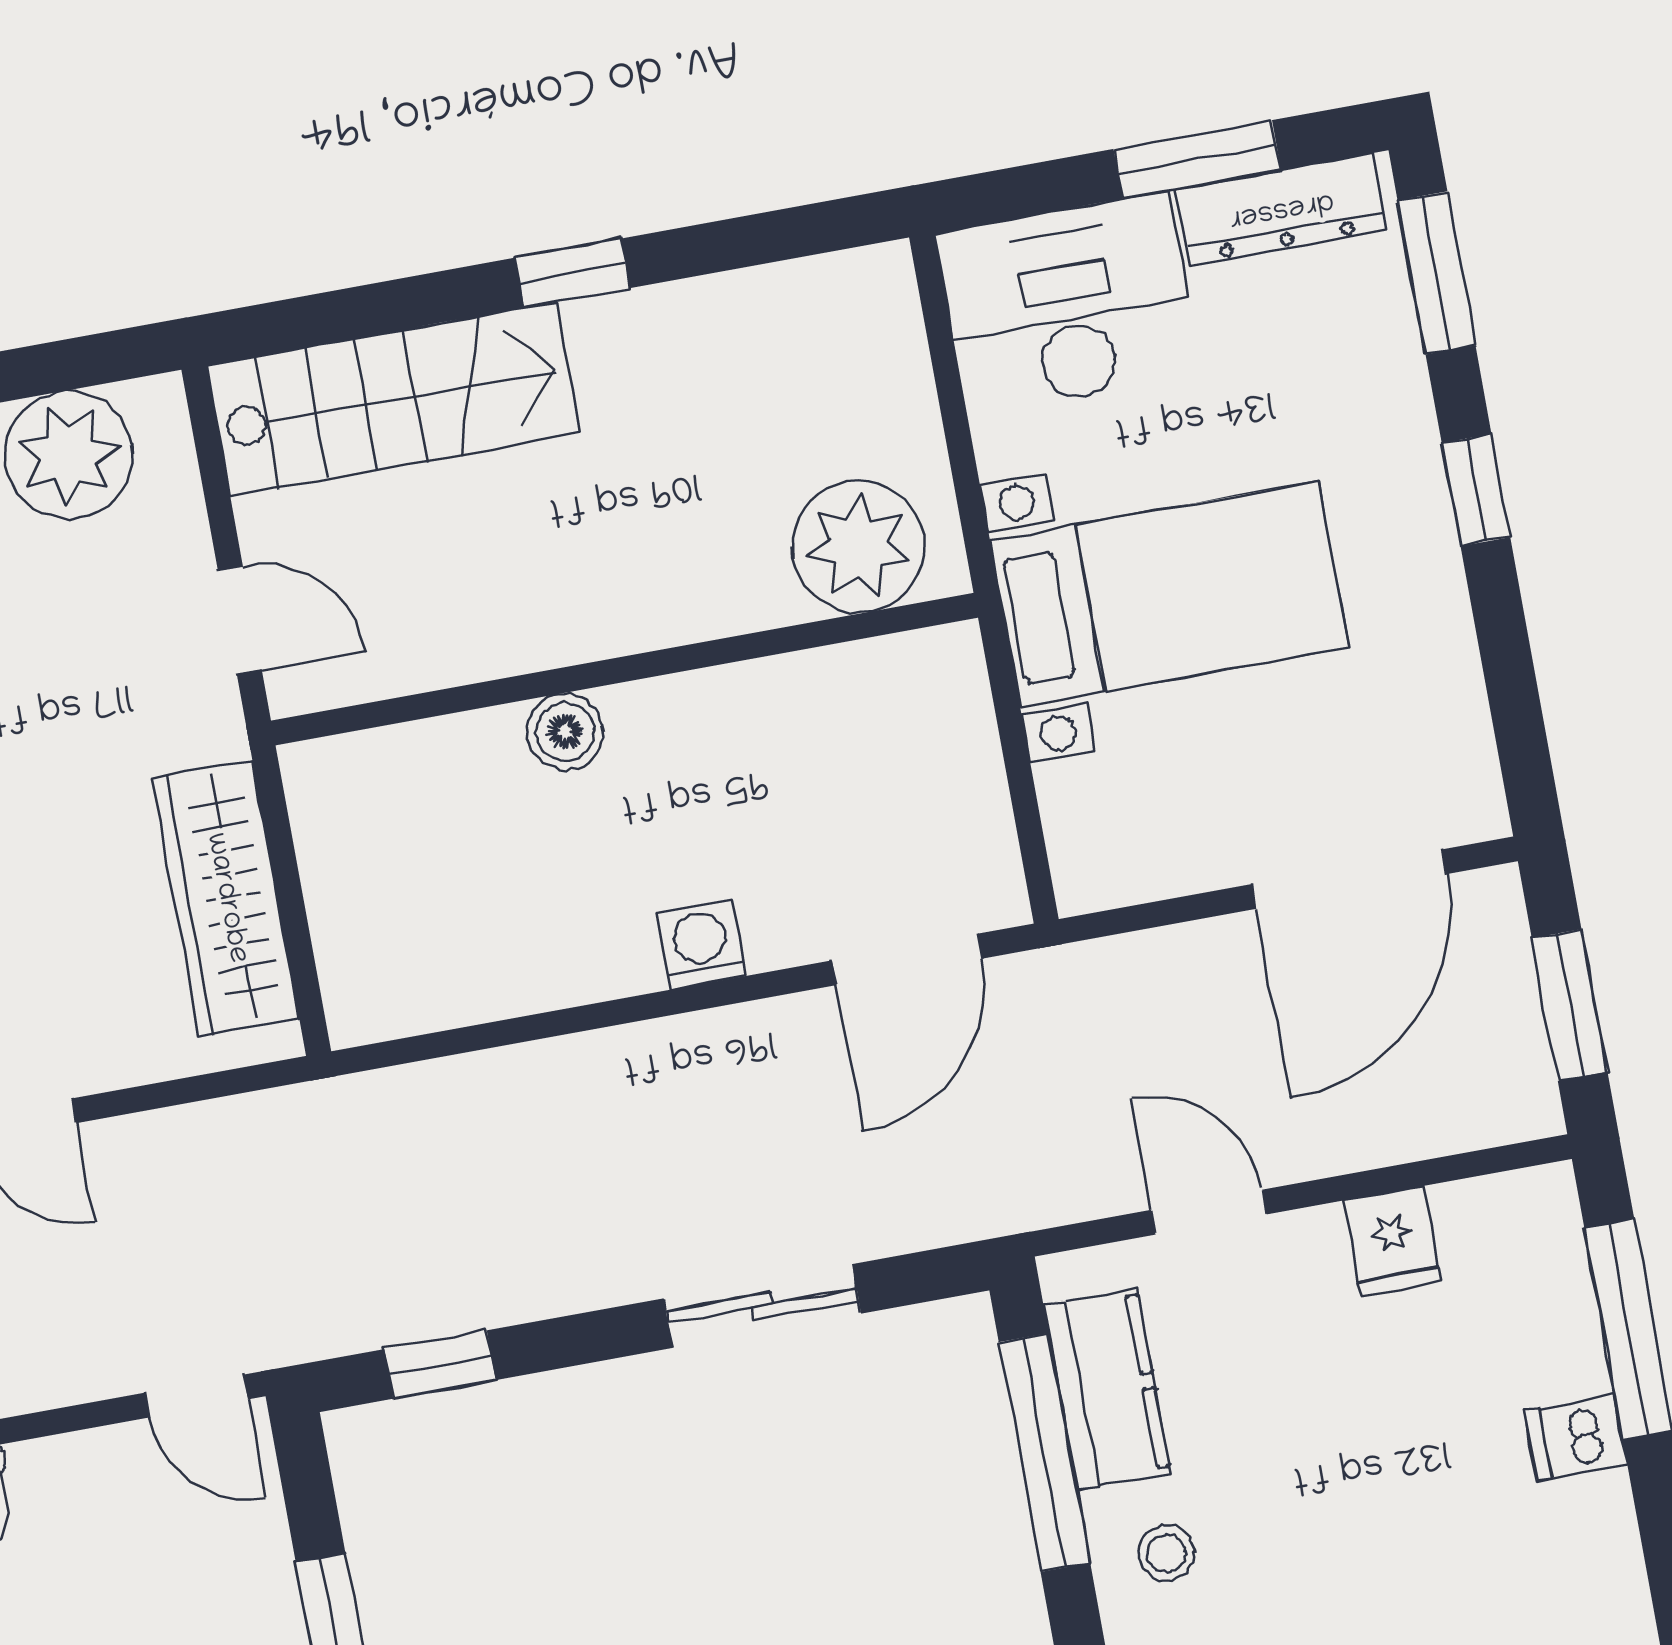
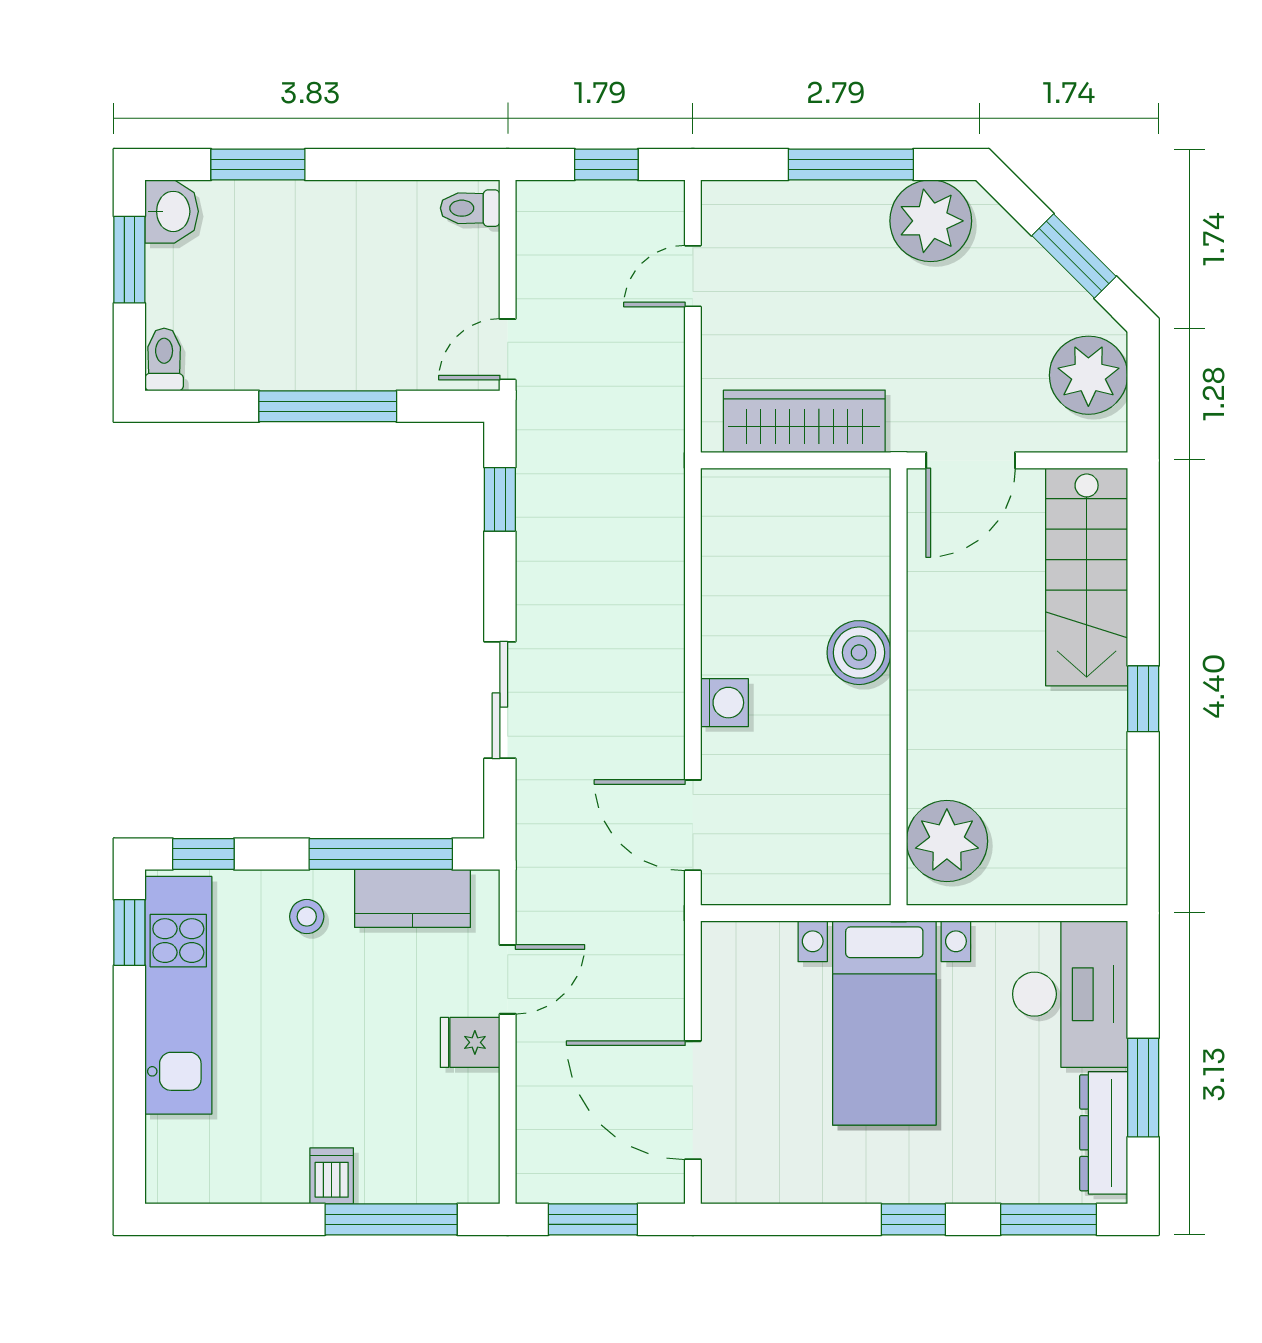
door: (240, 620) -> (971, 460), width x1.38
boiler: (565, 732) -> (859, 653), width x1.36, depth x1.36
fridge: (1393, 1241) -> (470, 1042), moved

